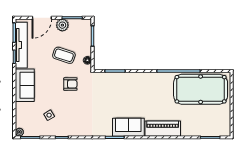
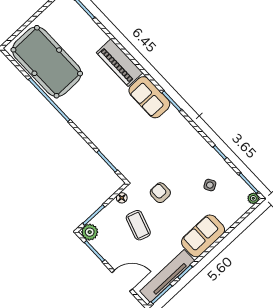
plant: (62, 25) -> (90, 232), moved

